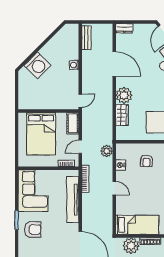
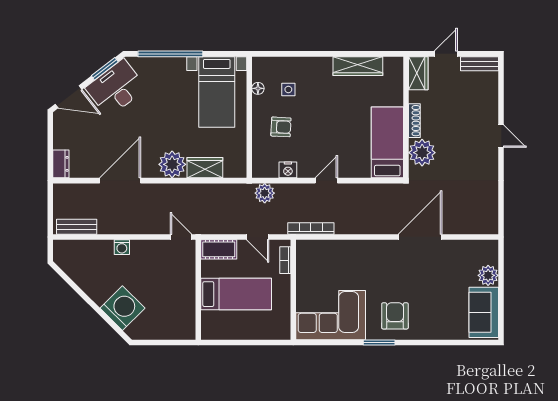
bed: (41, 134) -> (236, 294), width x0.67
tv unit: (73, 200) -> (345, 249), removed

